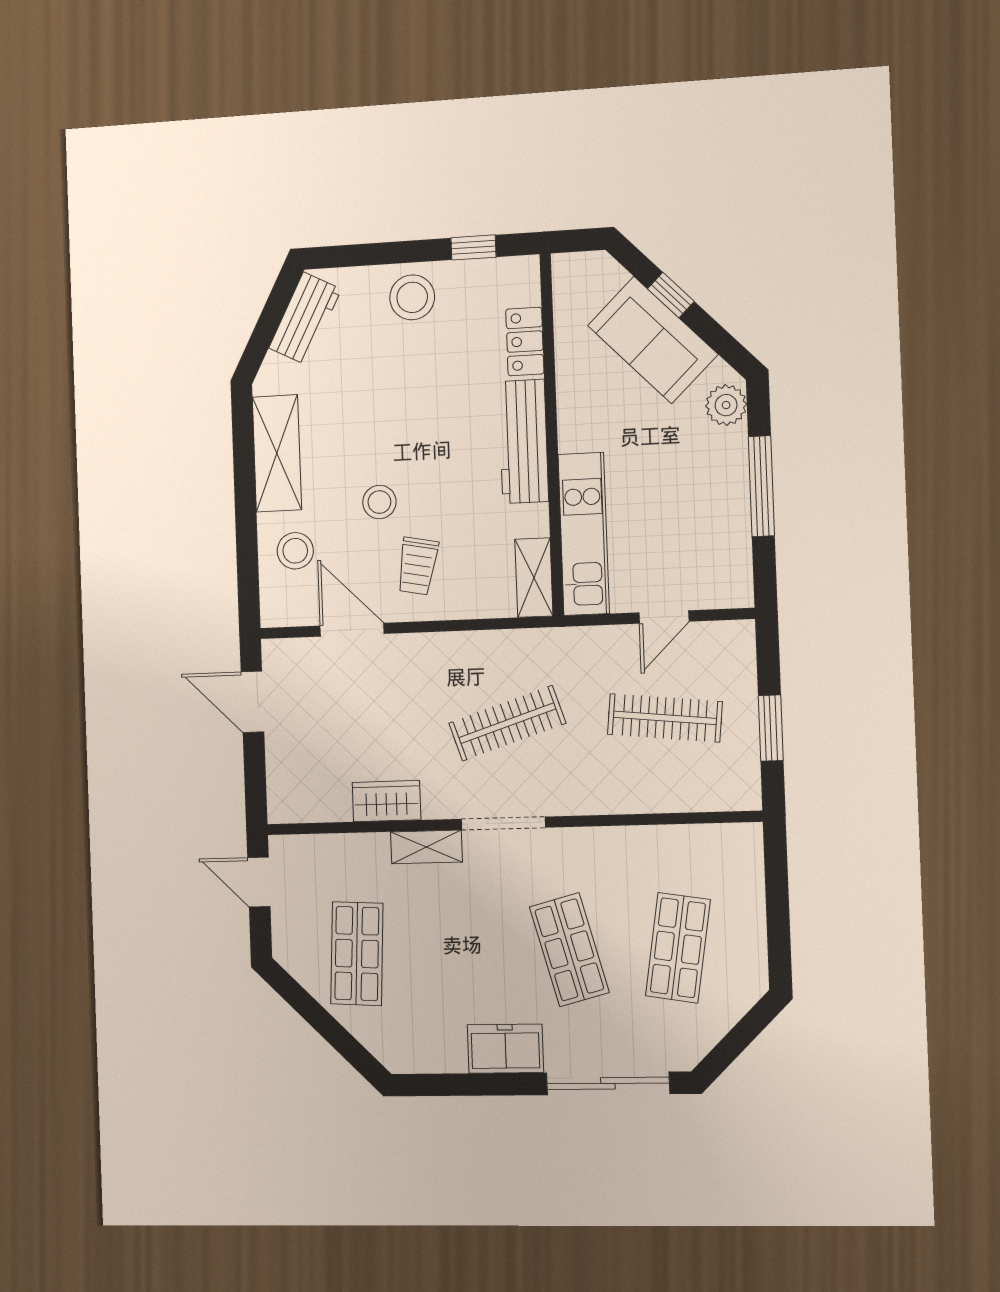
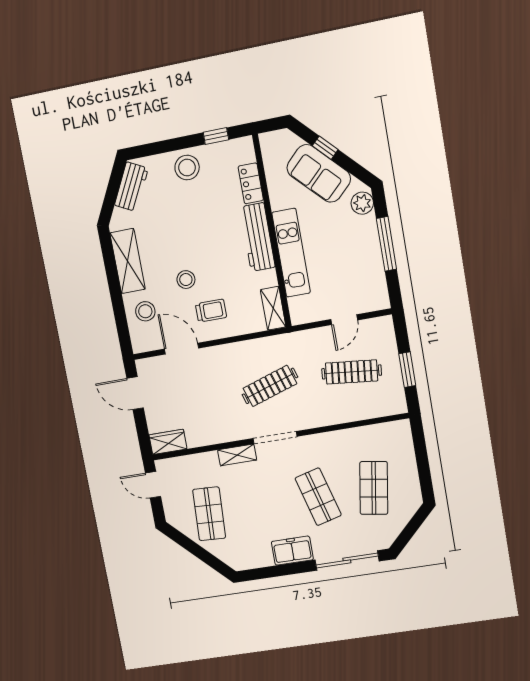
kitchen unit: (584, 534) -> (291, 253), moved
trolley: (417, 566) -> (211, 311), turned -101
wardrobe: (386, 801) -> (168, 442), moved

